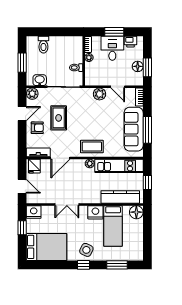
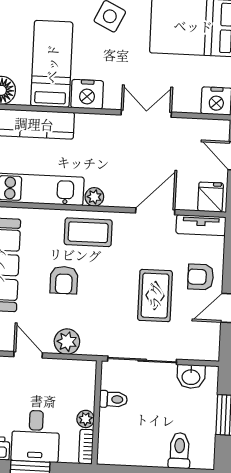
plant: (32, 94) -> (208, 349), removed
armchair: (102, 123) -> (64, 280), added

